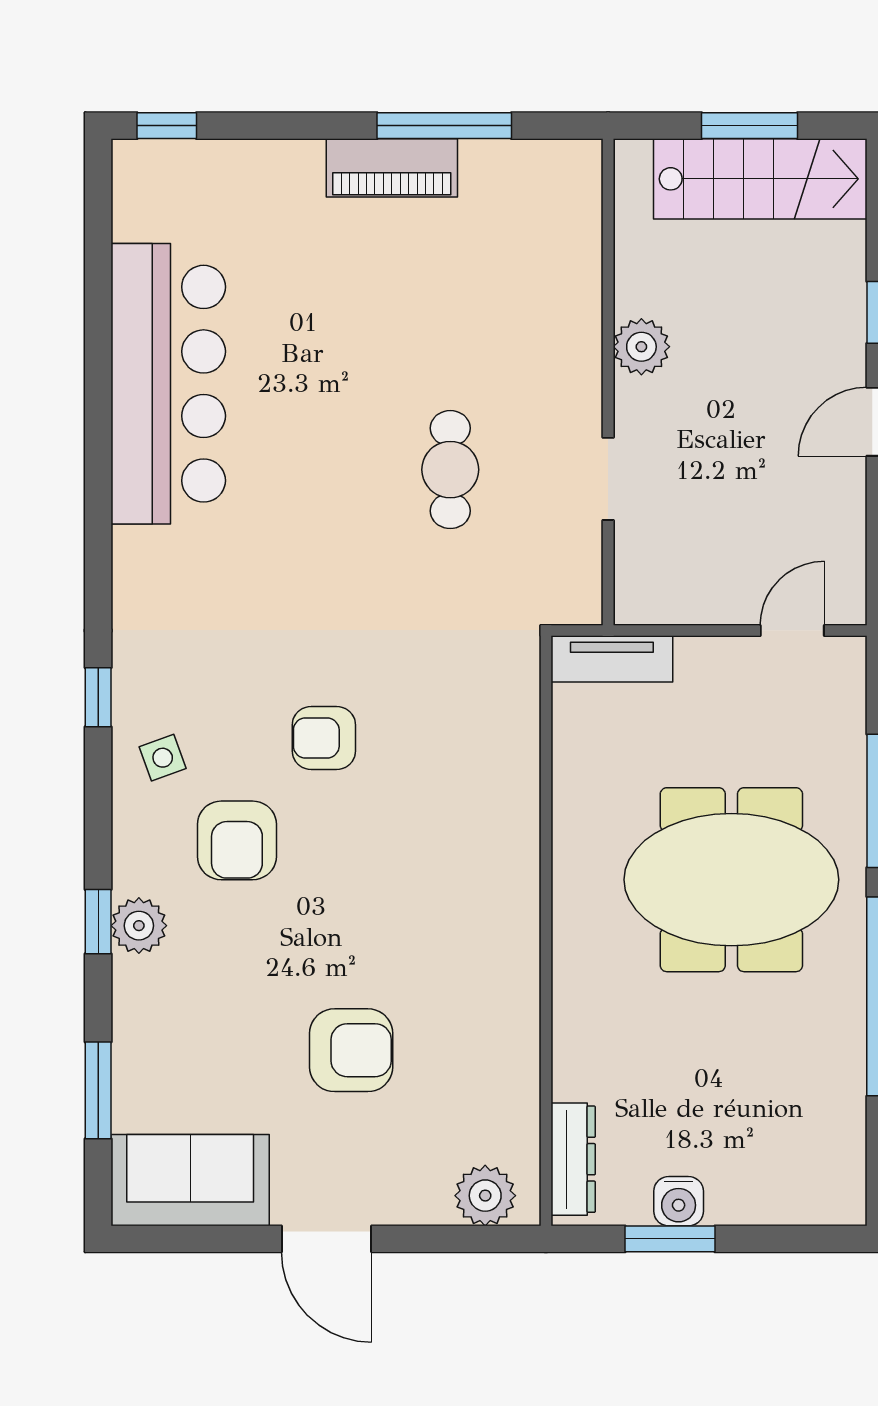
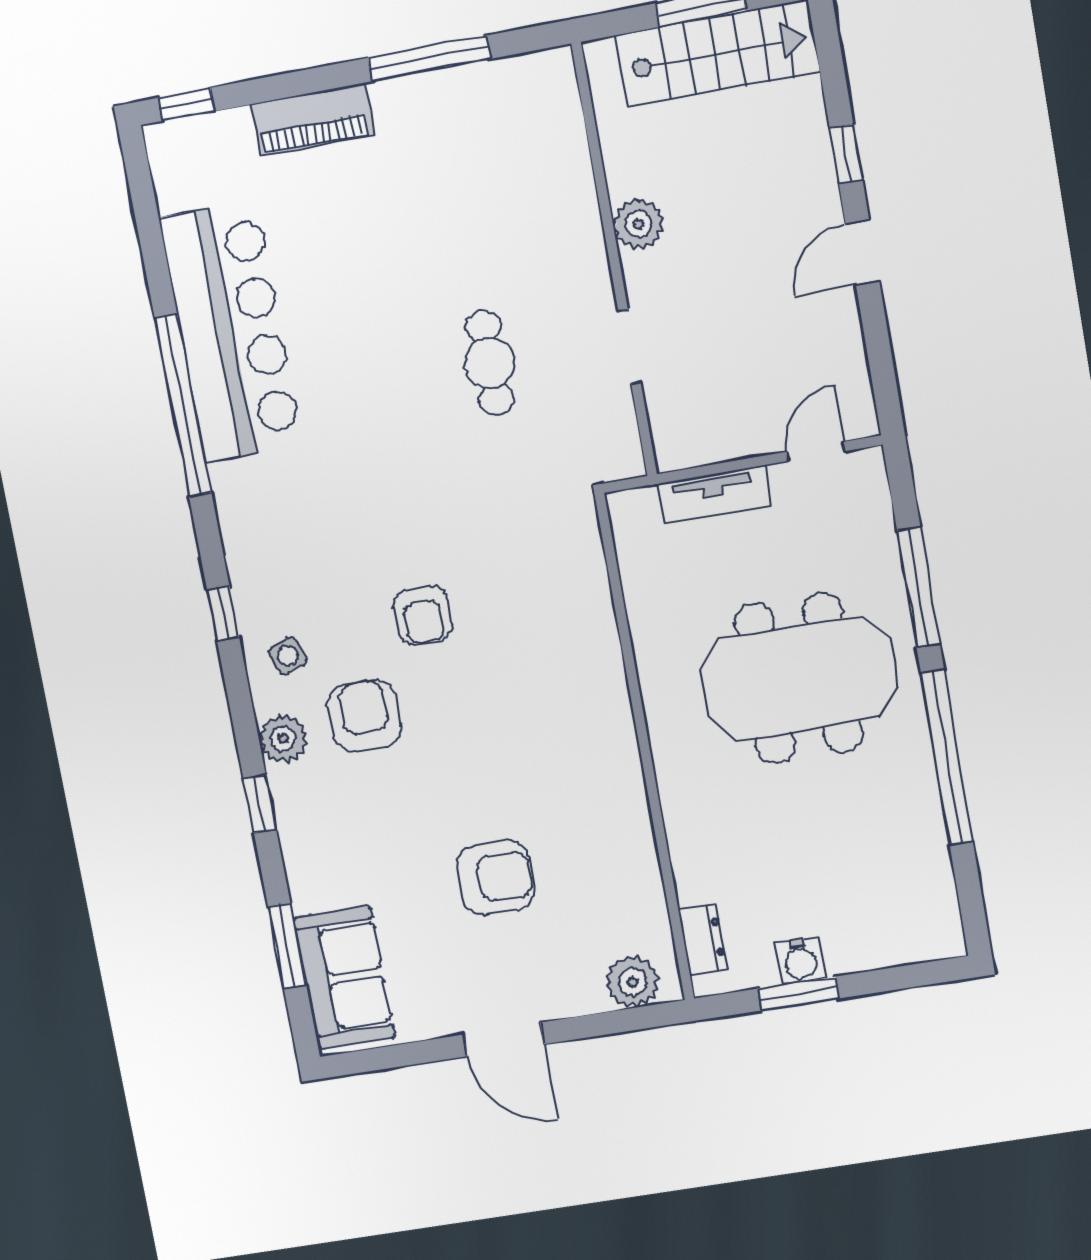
piano: (392, 168) -> (313, 119), moved
window: (98, 456) -> (183, 406), added
tv unit: (612, 659) -> (714, 495), moved
armchair: (324, 738) -> (423, 615), turned -90
armchair: (237, 840) -> (365, 716), turned 180
plant: (139, 926) -> (283, 739), moved
dresser: (573, 1159) -> (703, 939), width x0.70
sofa: (190, 1180) -> (344, 977), moved, turned 90

